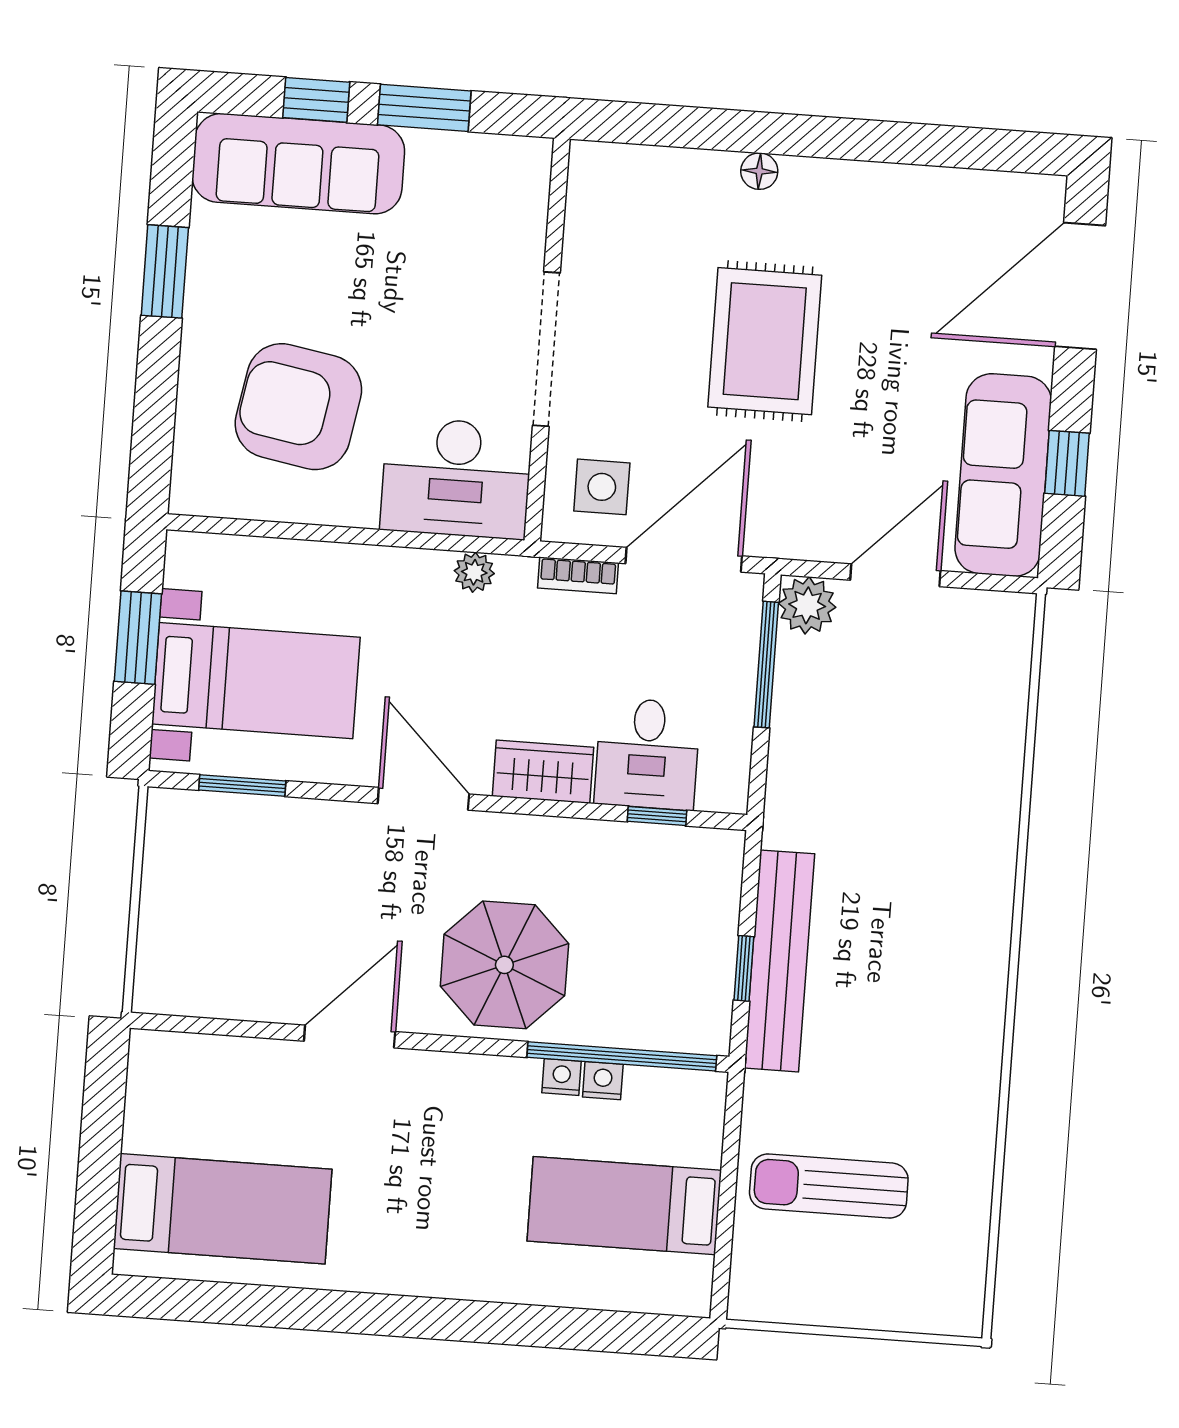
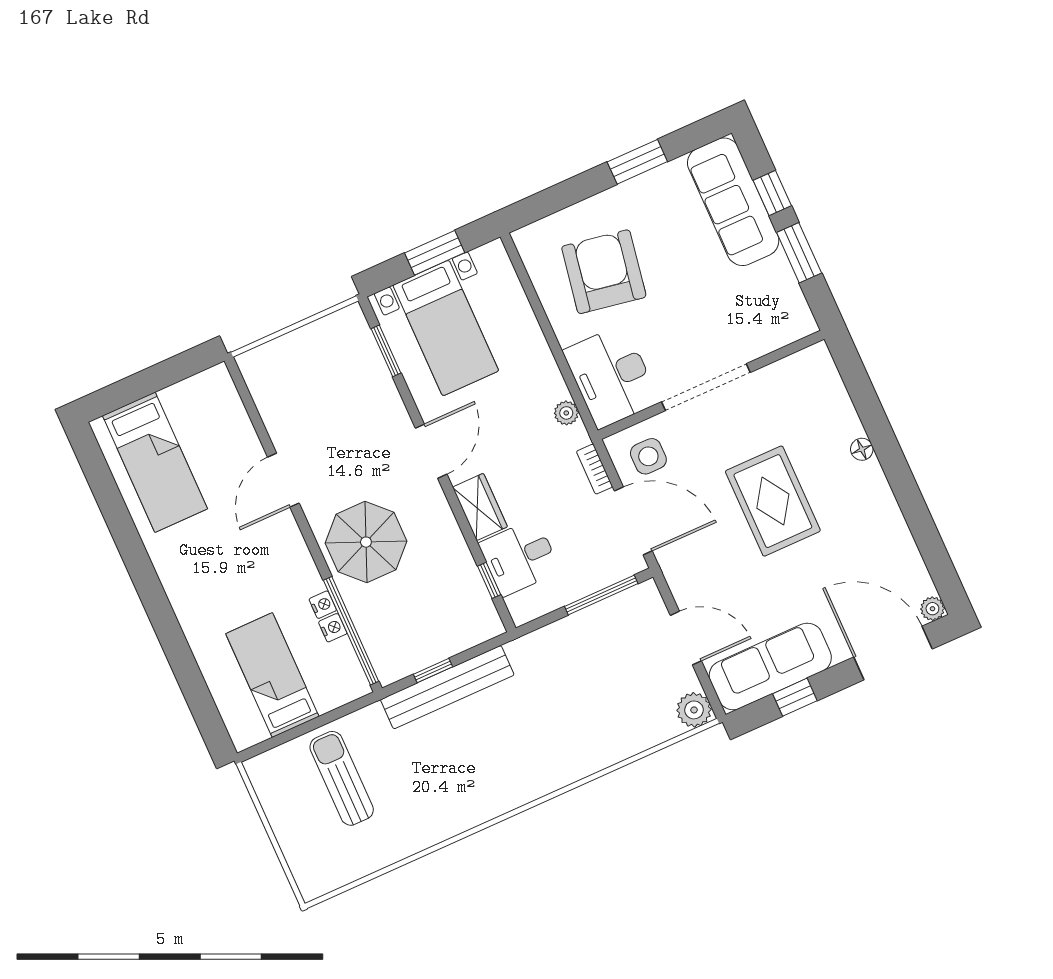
plant: (1047, 194) -> (932, 609), added
rug: (765, 341) -> (773, 501), turned 90
plant: (807, 605) -> (694, 710), moved
door: (350, 1036) -> (283, 480), swing flipped

